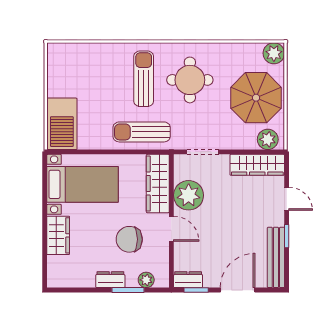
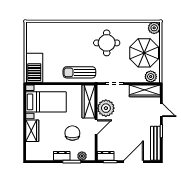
sun lounger: (144, 79) -> (81, 42), removed
door: (171, 229) -> (96, 127), hinge flipped
chair: (129, 239) -> (72, 133), turned 90

